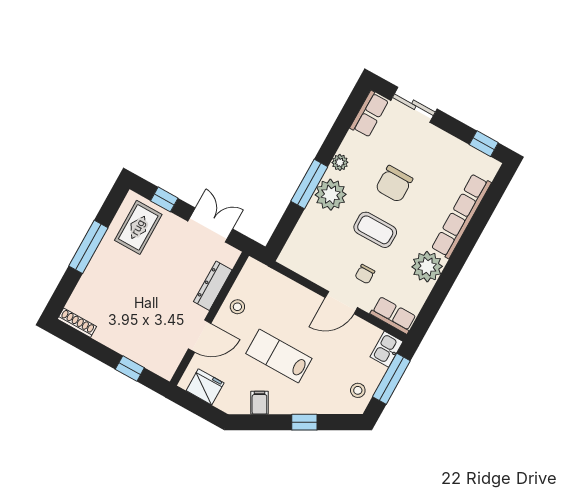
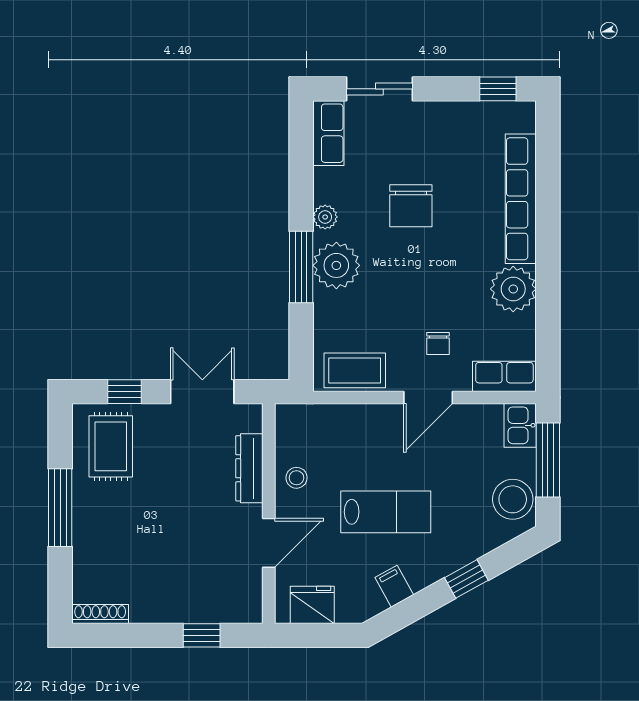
coffee table: (375, 230) -> (355, 370), moved
lab bench: (279, 356) -> (386, 512), turned 180
stool: (358, 390) -> (513, 499), width x1.89, depth x1.89

